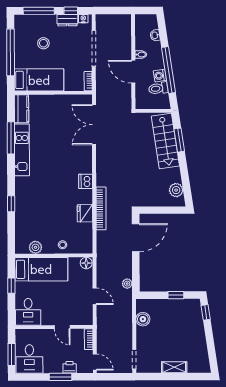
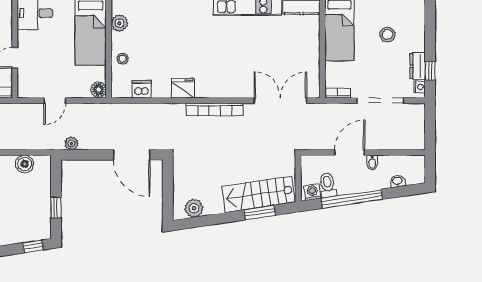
window: (39, 11) -> (430, 28), removed
washing machine: (160, 76) -> (312, 192), moved
dishwasher: (86, 181) -> (142, 89), moved
bookcase: (101, 208) -> (215, 109), moved
fridge: (85, 213) -> (183, 88), moved

